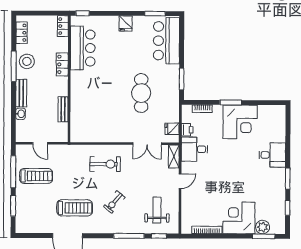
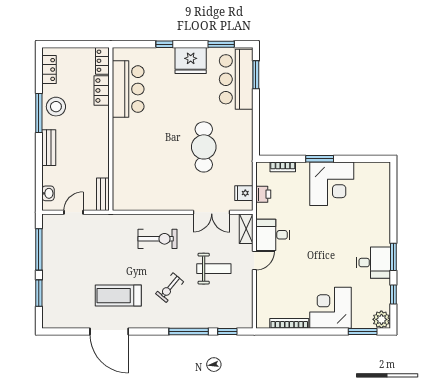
window: (83, 13) -> (164, 44), moved
fridge: (126, 23) -> (191, 60), width x1.88, depth x1.34
locker: (62, 64) -> (102, 90), moved
window: (182, 79) -> (256, 75), moved
bench: (63, 109) -> (103, 194), moved
washbasin: (21, 114) -> (48, 193), moved
door: (40, 143) -> (73, 212), swing flipped
desk: (194, 149) -> (273, 235), moved
desk: (272, 155) -> (373, 263), moved
treadmill: (36, 176) -> (68, 255), removed
treadmill: (75, 208) -> (118, 296), turned 180
weight bench: (157, 210) -> (214, 269), moved, turned 90
plant: (263, 227) -> (381, 319), moved

